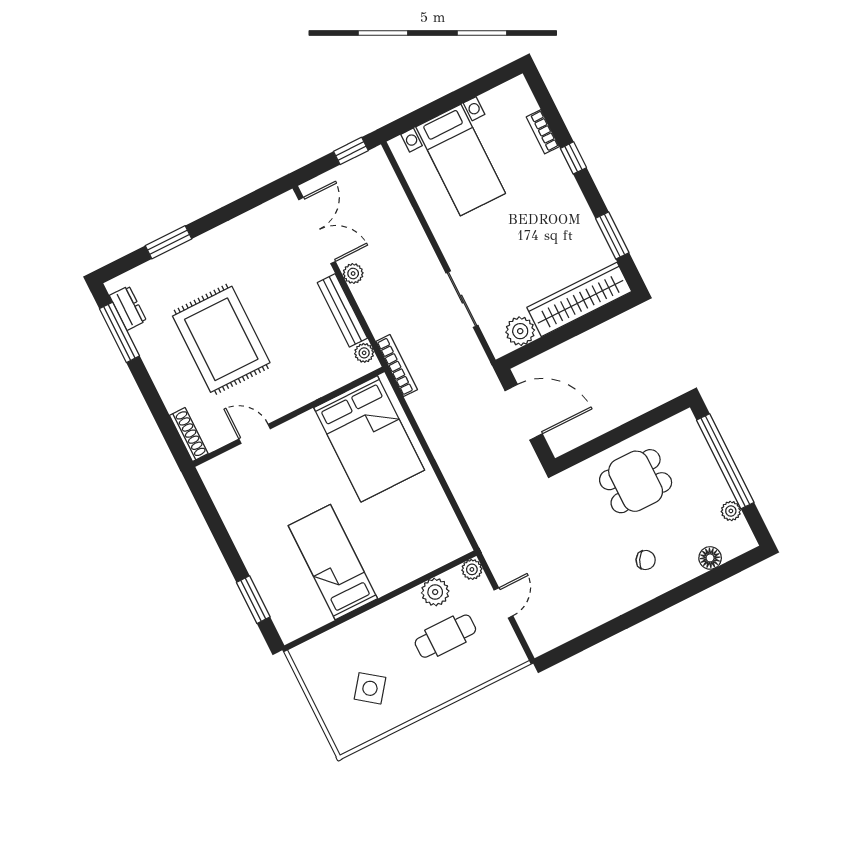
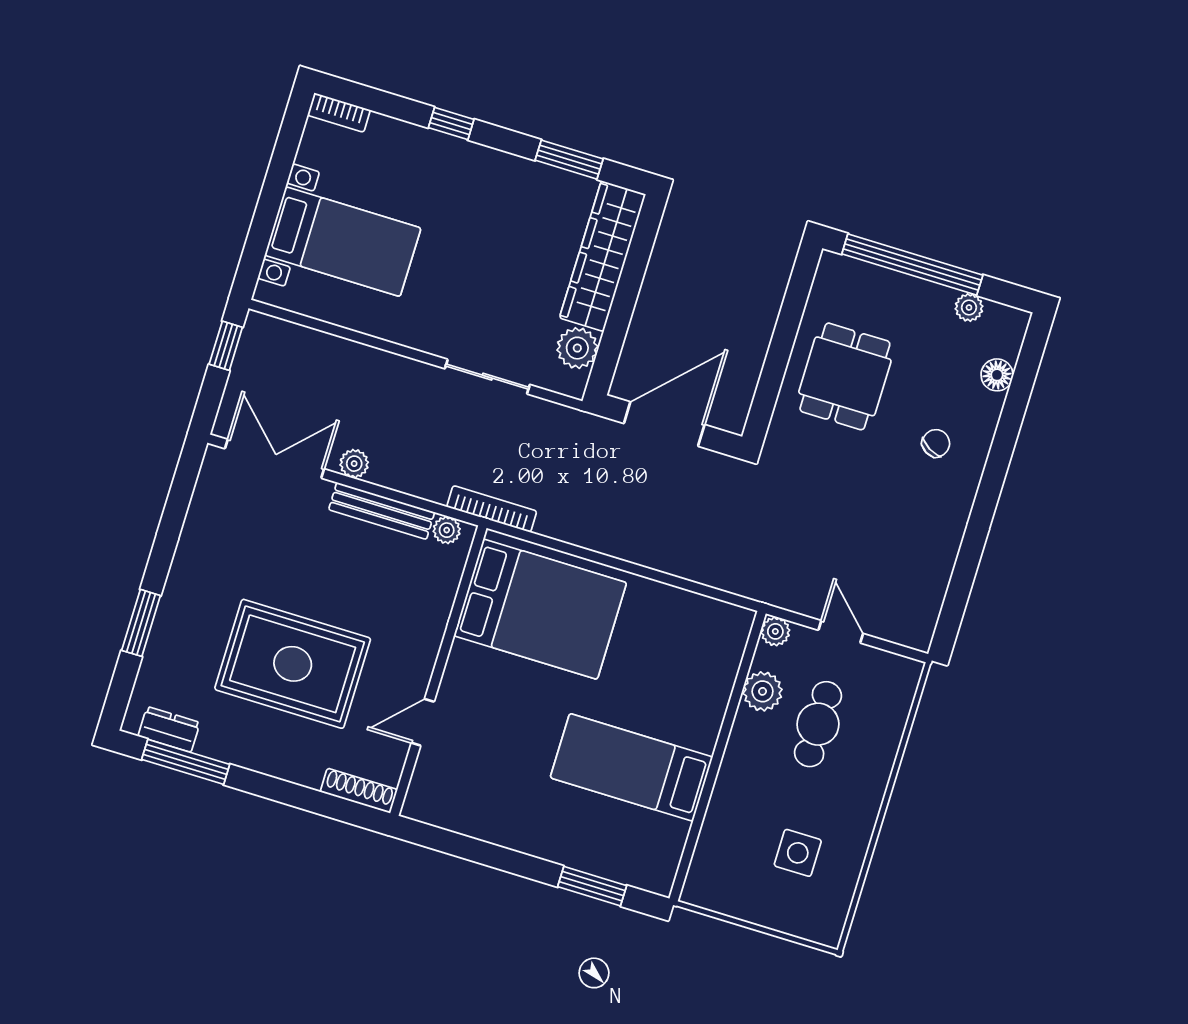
bookcase: (543, 132) -> (339, 113), moved
side table: (370, 688) -> (798, 853), turned -37

